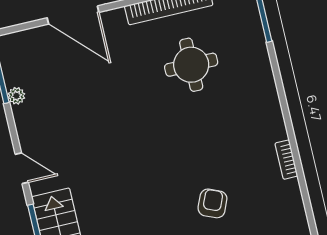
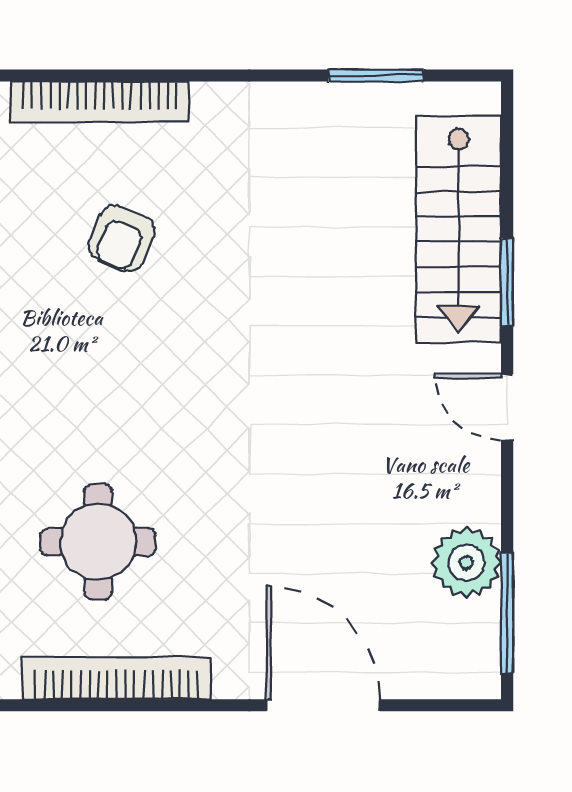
plant: (16, 96) -> (466, 563), width x1.88, depth x1.88

